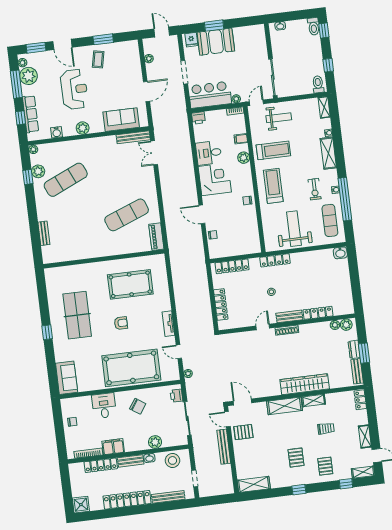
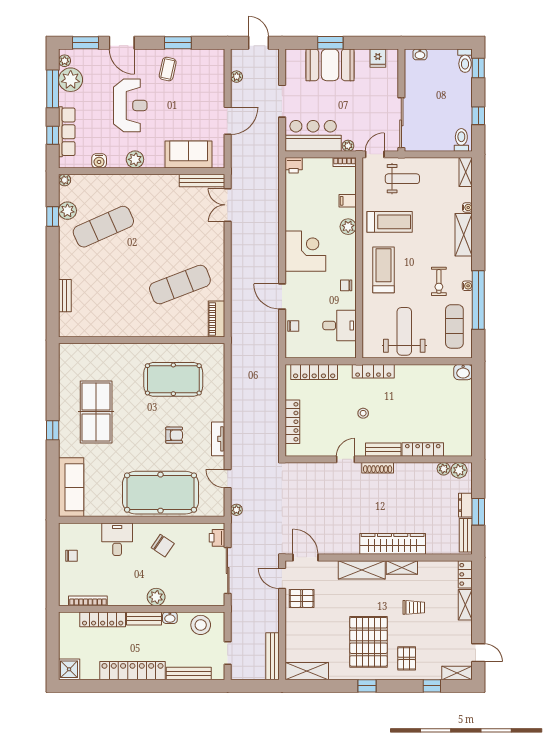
fridge: (191, 40) -> (378, 58), moved
desk: (209, 153) -> (339, 325), moved, turned 180
armchair: (121, 323) -> (174, 435), moved
sofa: (67, 378) -> (71, 487), width x1.36
shelving: (365, 437) -> (465, 605), moved
plant: (155, 442) -> (156, 597), moved
filing cabinet: (113, 447) -> (123, 596), removed
bench: (224, 447) -> (272, 656), moved
pallet: (296, 458) -> (369, 642), width x2.05, depth x2.00

